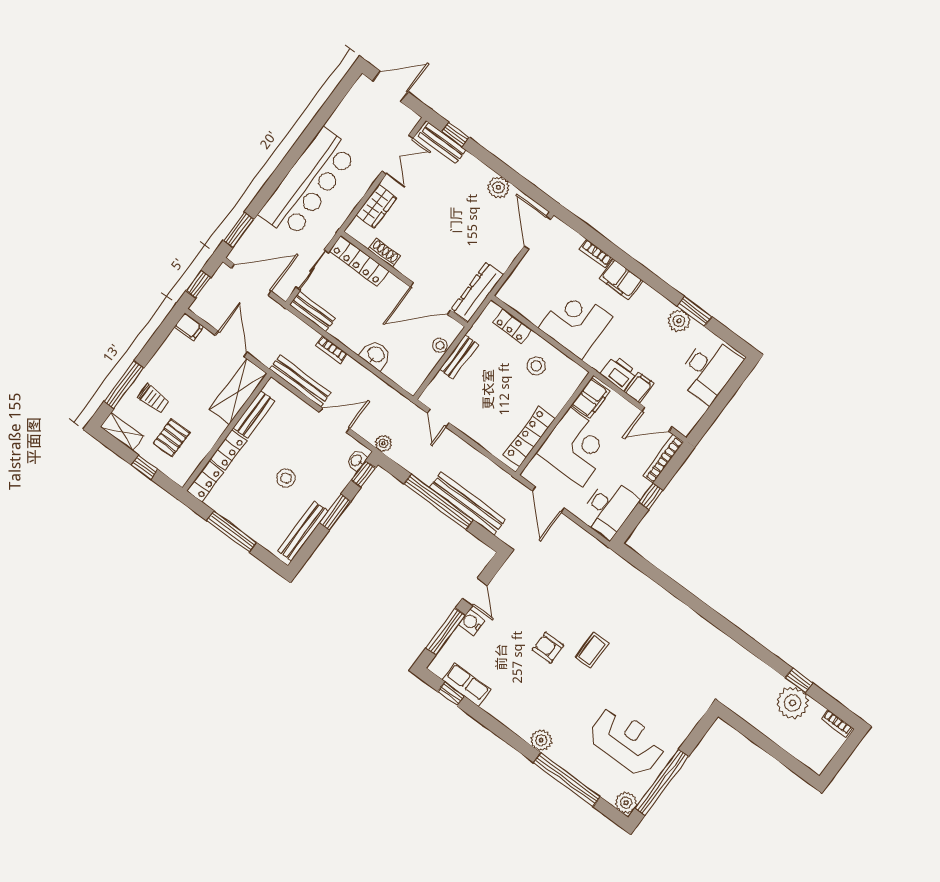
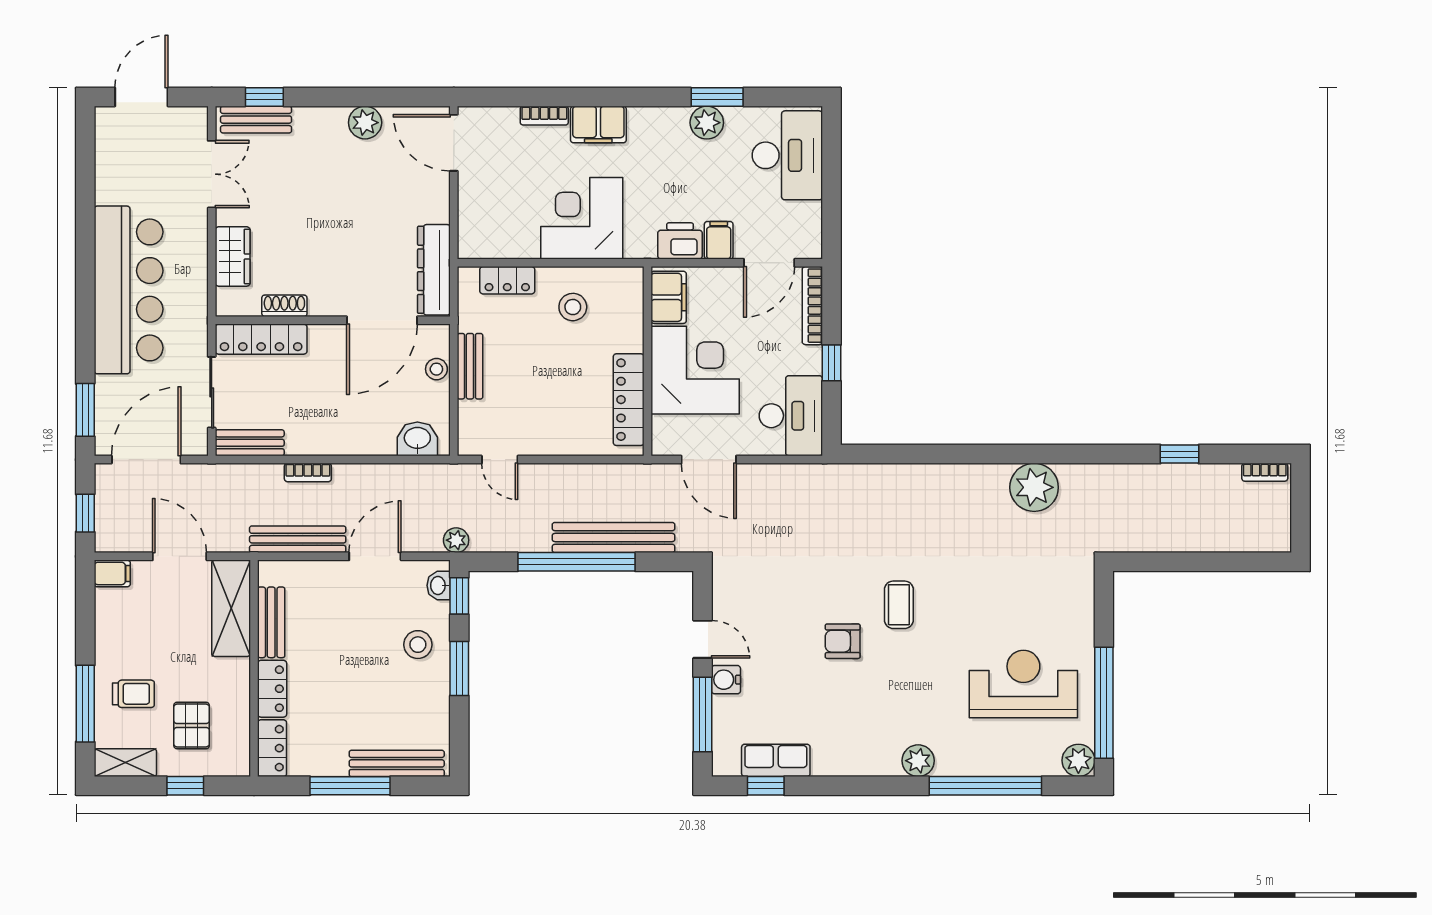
washbasin: (376, 355) -> (417, 439), moved
stool: (286, 478) -> (418, 645), moved
bench: (303, 531) -> (397, 763), moved, turned 90
plant: (792, 703) -> (1034, 487), moved

